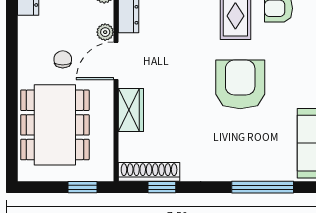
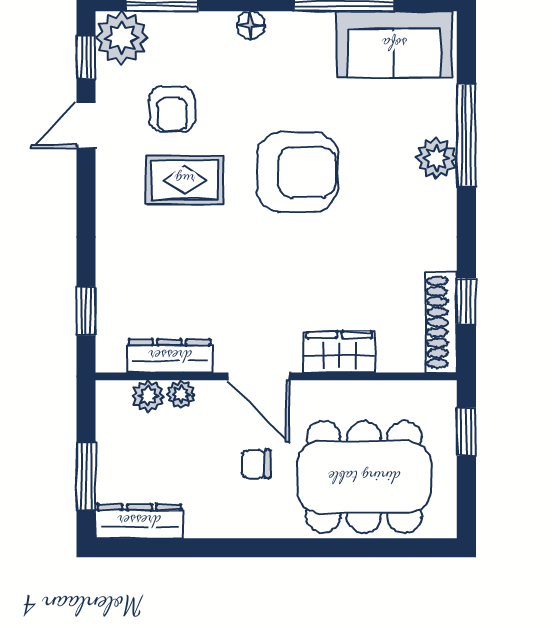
plant: (105, 32) -> (181, 394), moved
armchair: (240, 84) -> (297, 172), turned 180
plant: (249, 169) -> (437, 158), added

